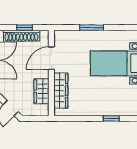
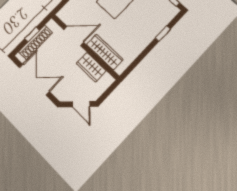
door: (51, 58) -> (74, 36), swing flipped

